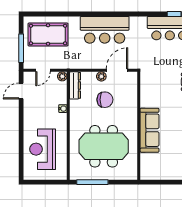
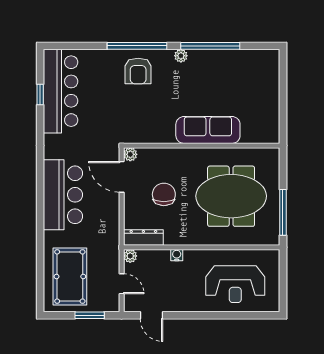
window: (21, 48) -> (90, 315), width x0.69
plant: (101, 76) -> (130, 154), moved
meeting table: (104, 146) -> (231, 196), turned 90

